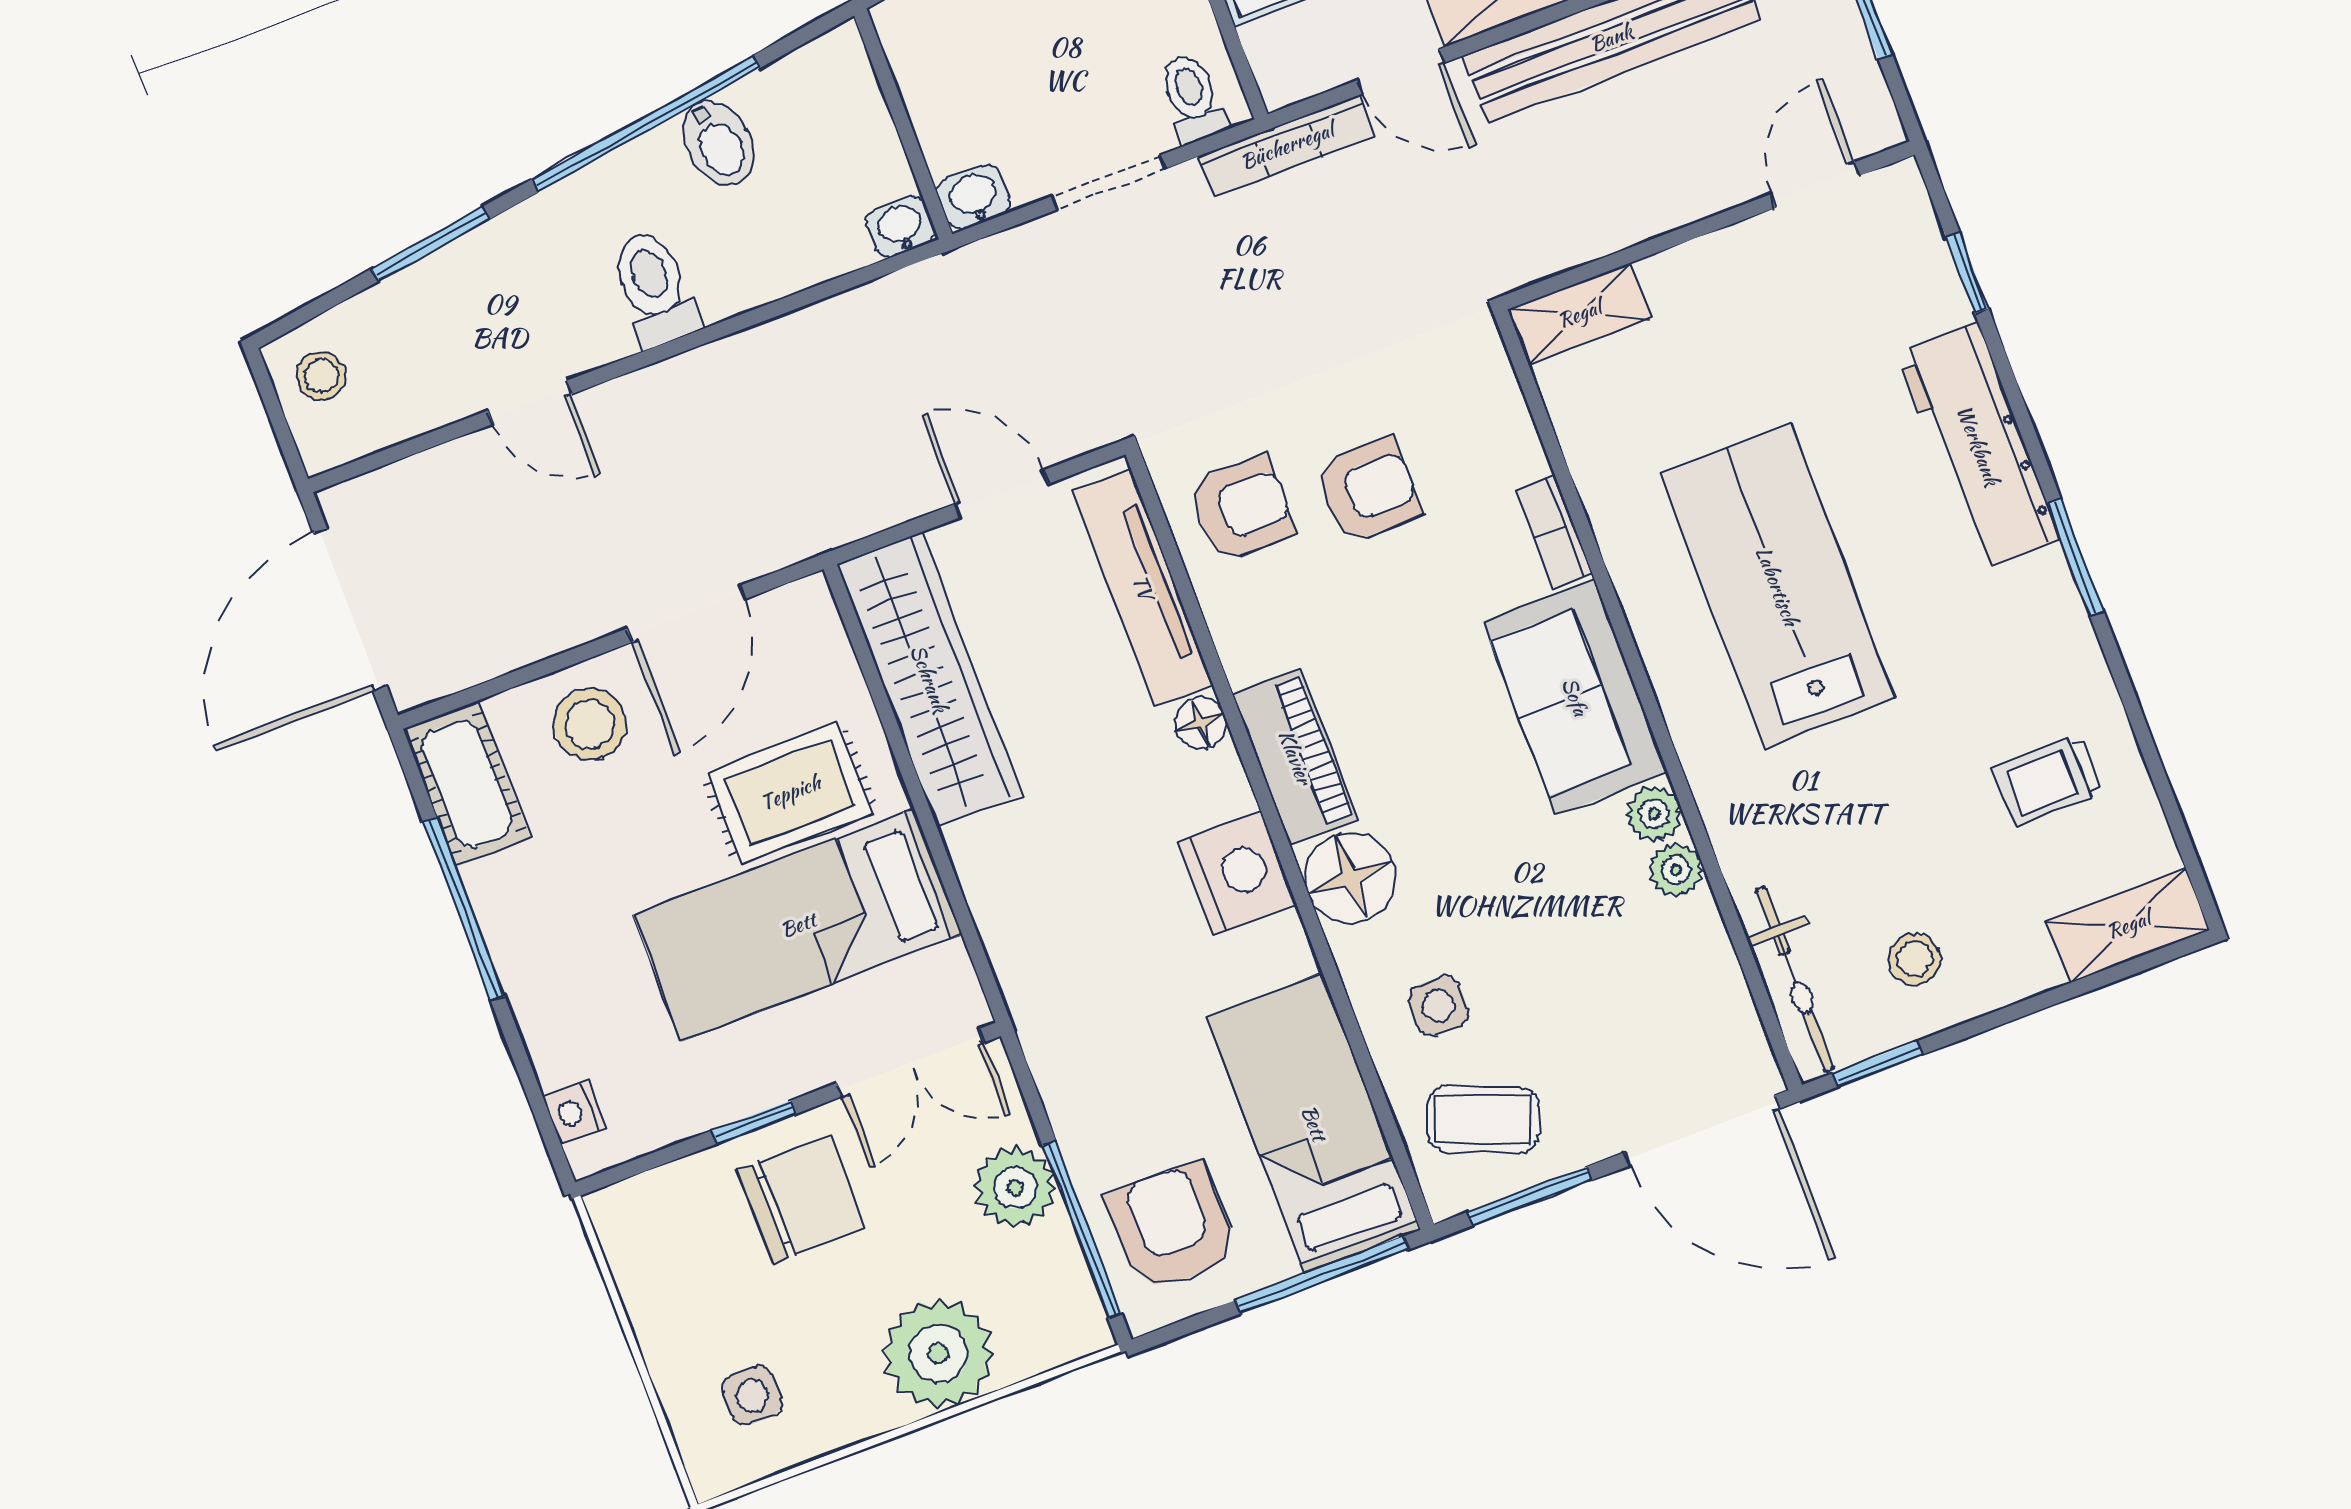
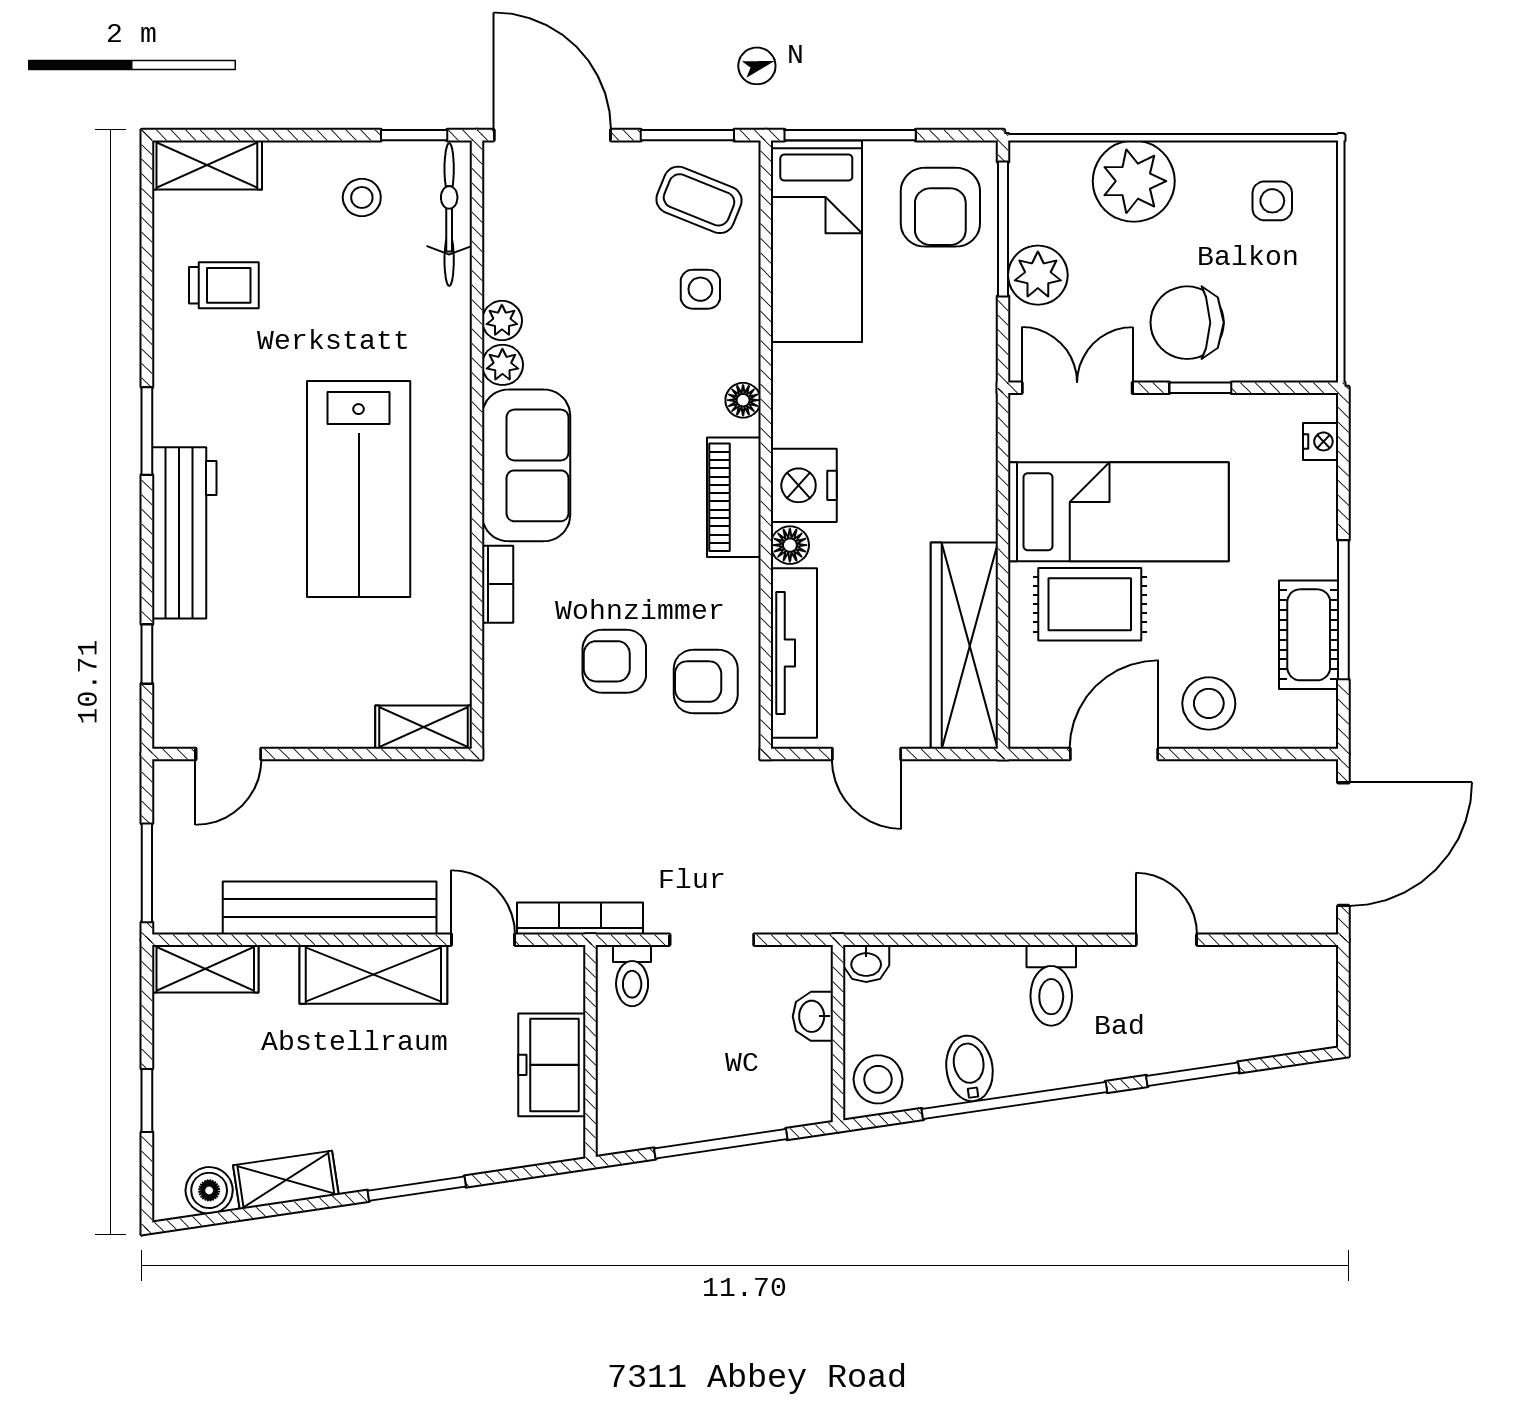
washbasin: (974, 197) -> (813, 1016), moved, turned 90
stool: (321, 376) -> (878, 1079), moved, width x1.37, depth x1.37
cot: (467, 784) -> (1309, 635), moved
nightstand: (1237, 872) -> (804, 485), moved
floor lamp: (1350, 878) -> (743, 400), width x0.53, depth x0.53

